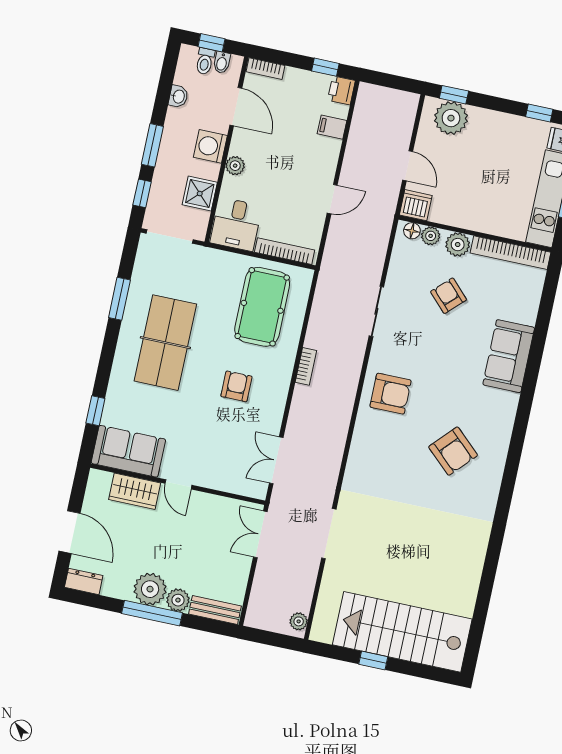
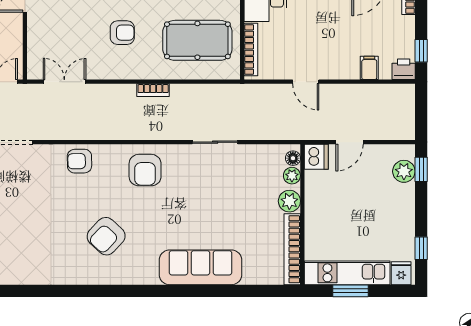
plant: (451, 118) -> (404, 171), width x0.73, depth x0.73
armchair: (449, 296) -> (79, 161), moved, turned -137
sofa: (509, 356) -> (200, 267), width x1.36

